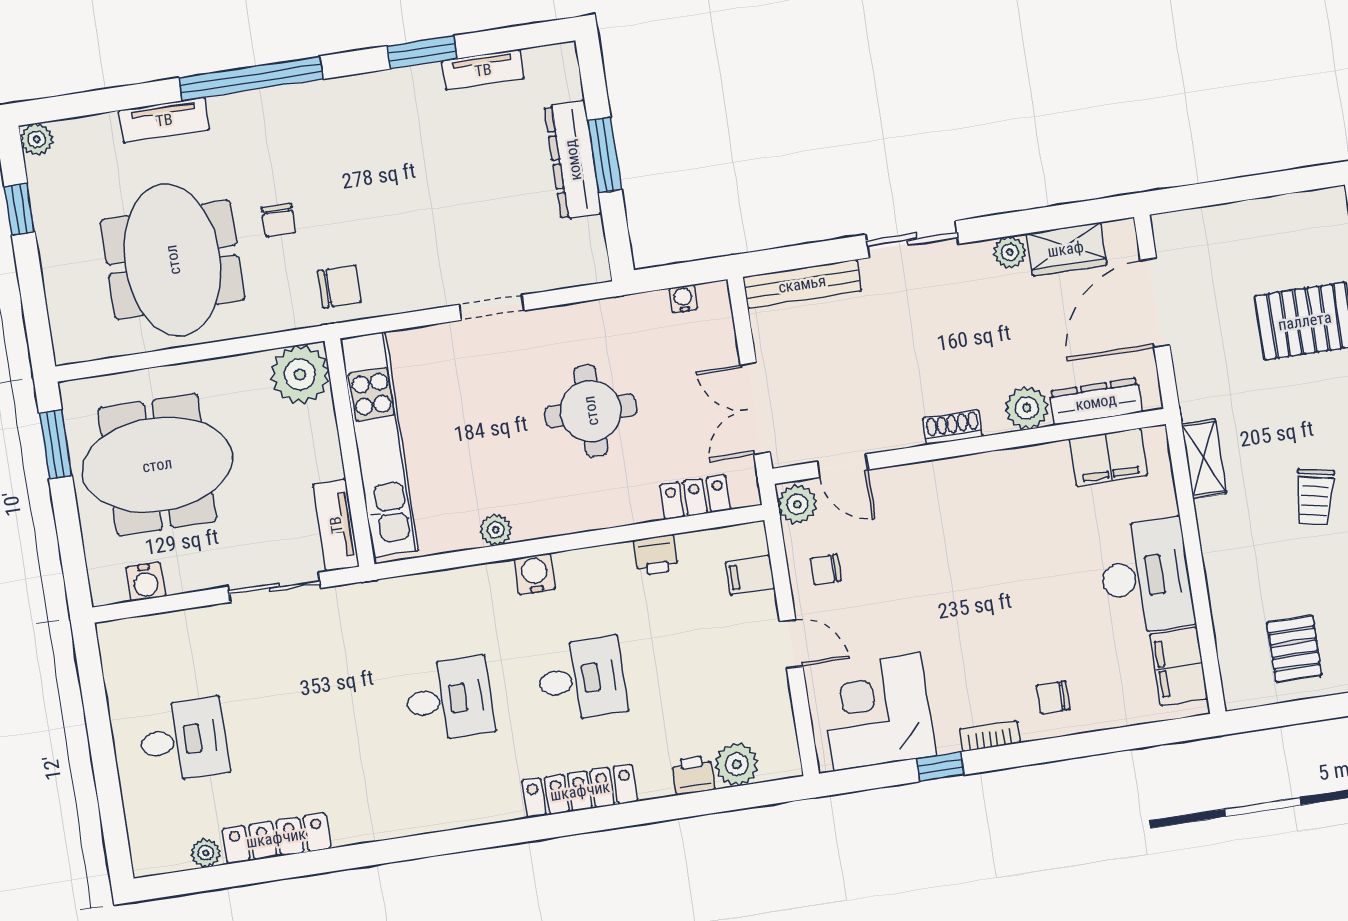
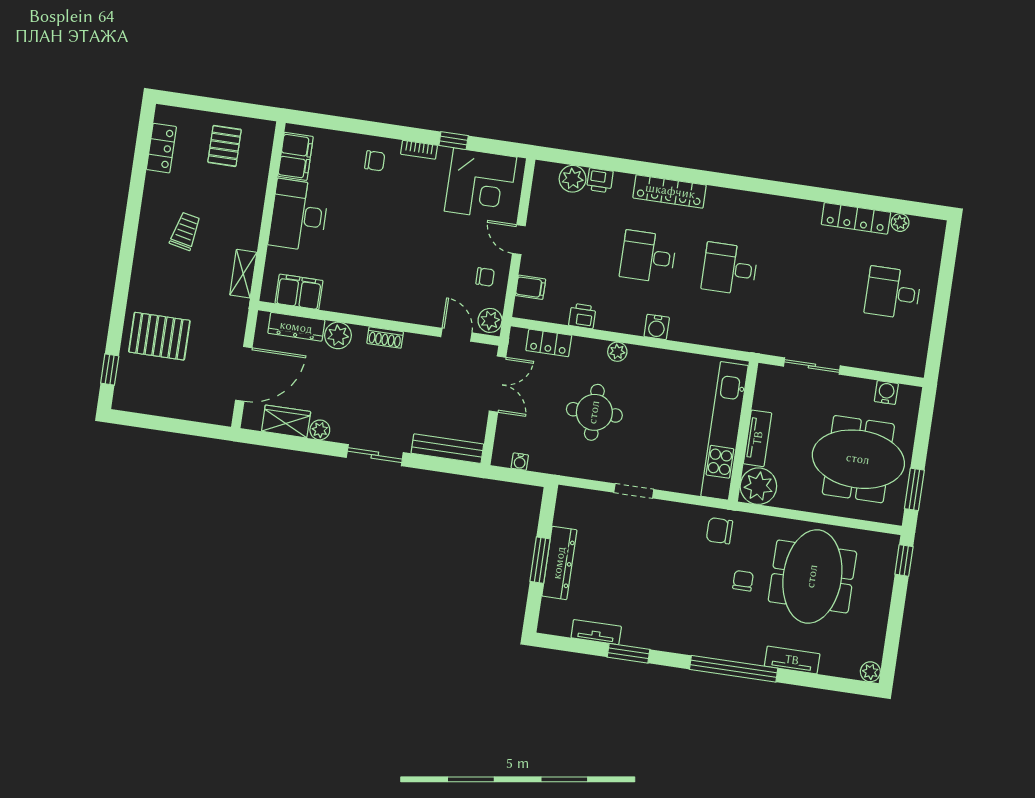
window: (20, 209) -> (904, 560), moved
tv unit: (336, 525) -> (758, 438), moved
plant: (496, 530) -> (617, 352), moved

